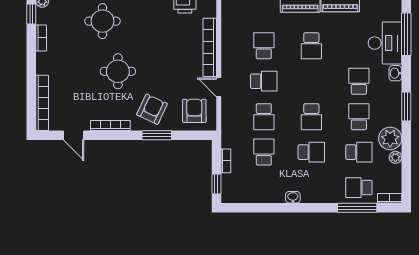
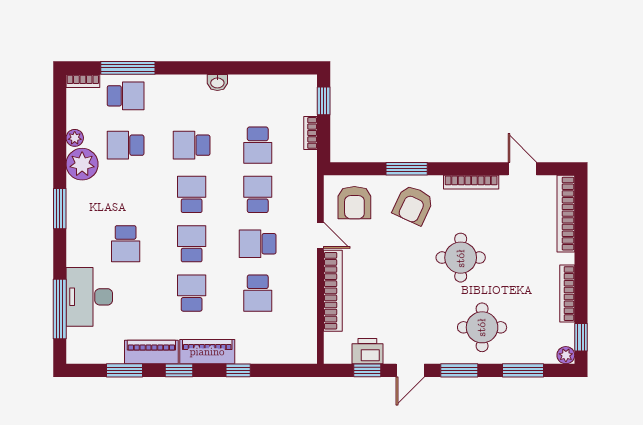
bookcase: (41, 38) -> (567, 294), width x1.56
washbasin: (395, 73) -> (75, 255), removed
school desk: (359, 117) -> (192, 244), moved, turned 180

